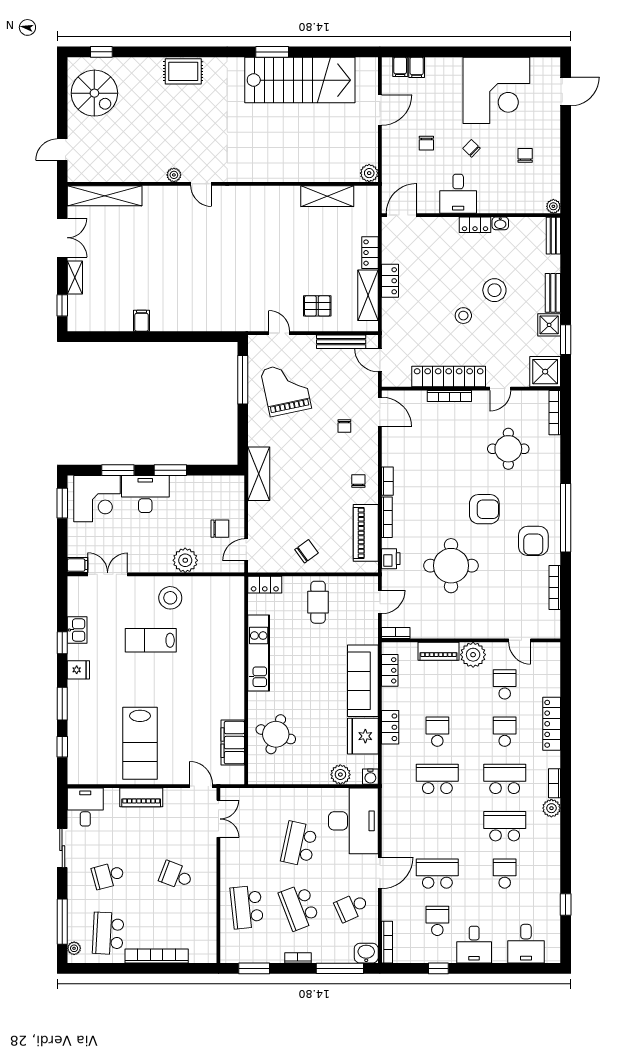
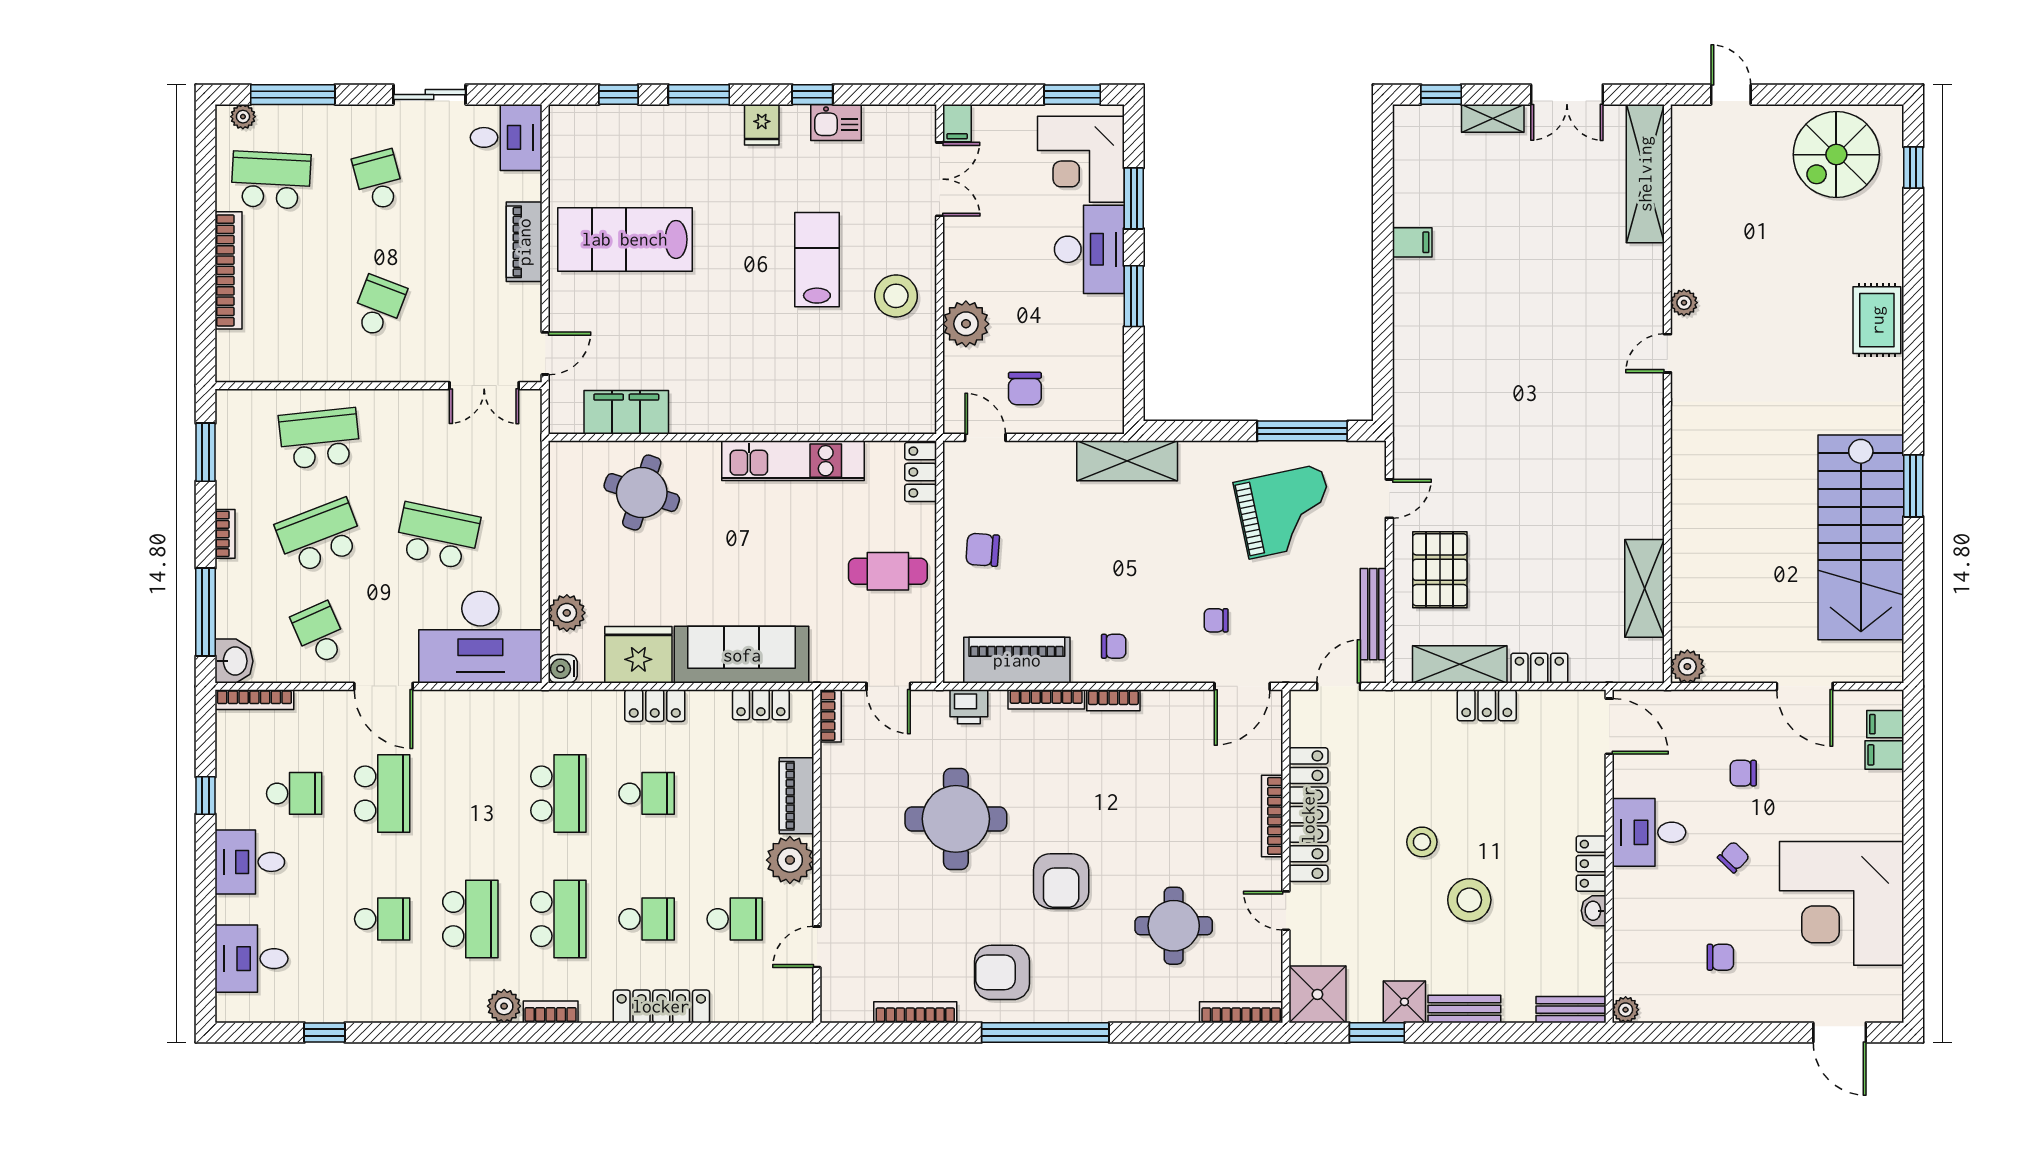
pallet: (317, 306) -> (1440, 570), width x1.50, depth x1.42
chair: (307, 551) -> (983, 550), turned 130

